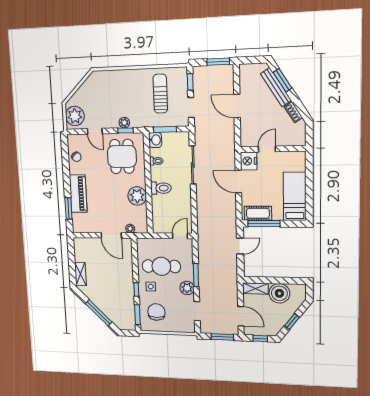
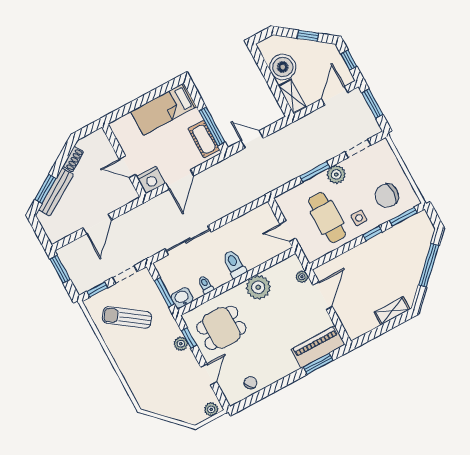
sun lounger: (160, 94) -> (127, 317), turned 36
plant: (75, 116) -> (211, 409), width x0.53, depth x0.53
piano: (78, 194) -> (318, 347), moved
door: (180, 236) -> (288, 231), moved

